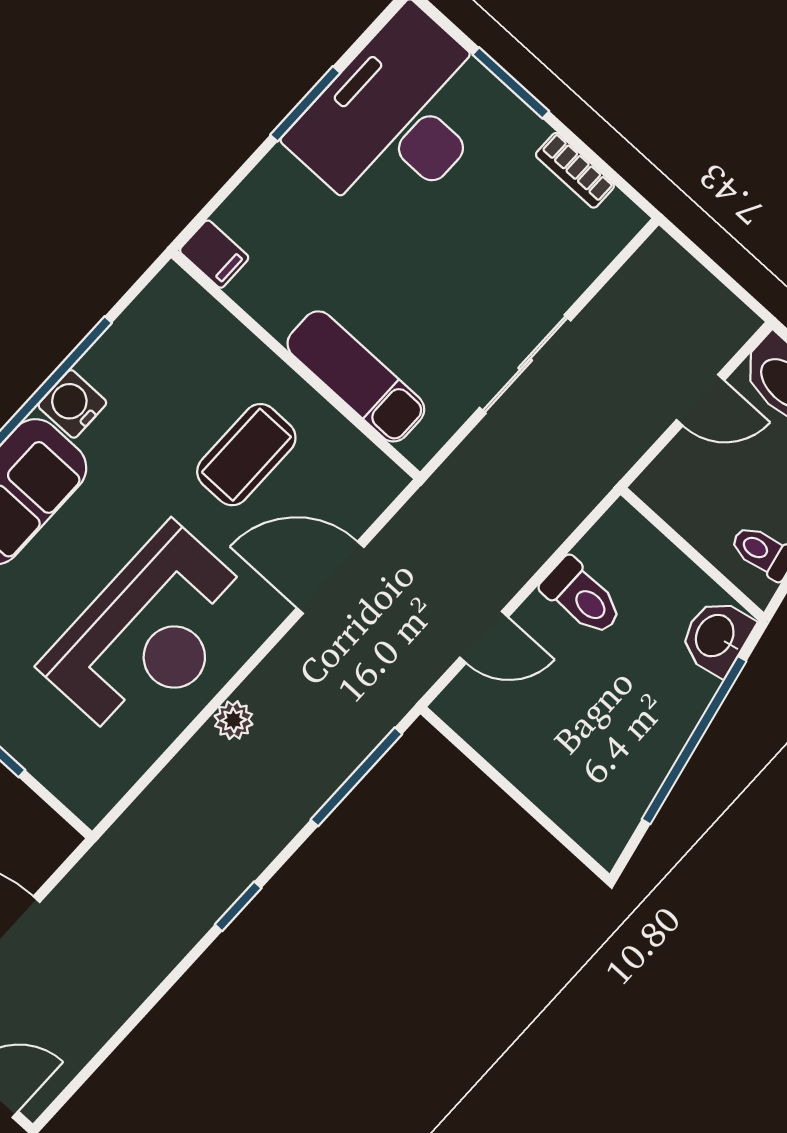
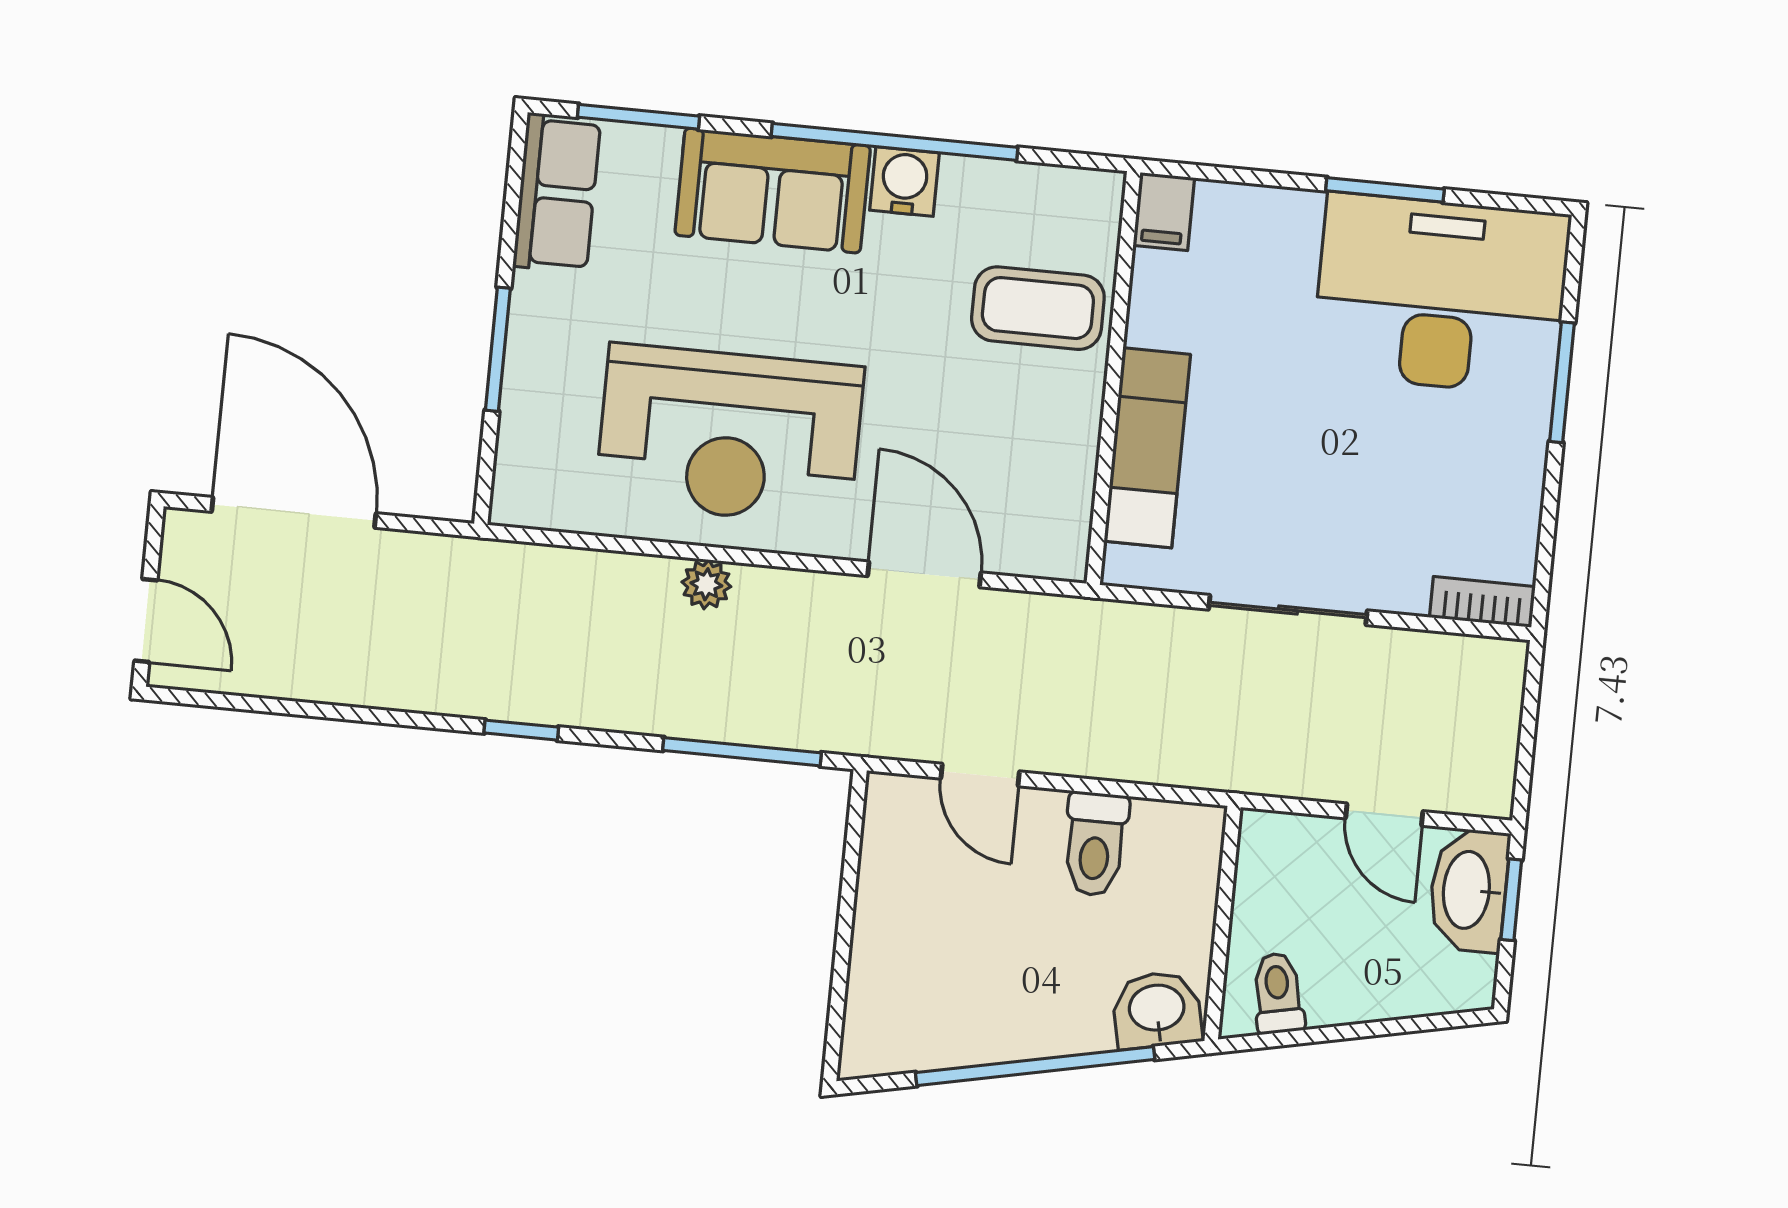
bookcase: (575, 170) -> (1482, 602), moved, turned 90
coffee table: (246, 455) -> (1038, 308), moved

